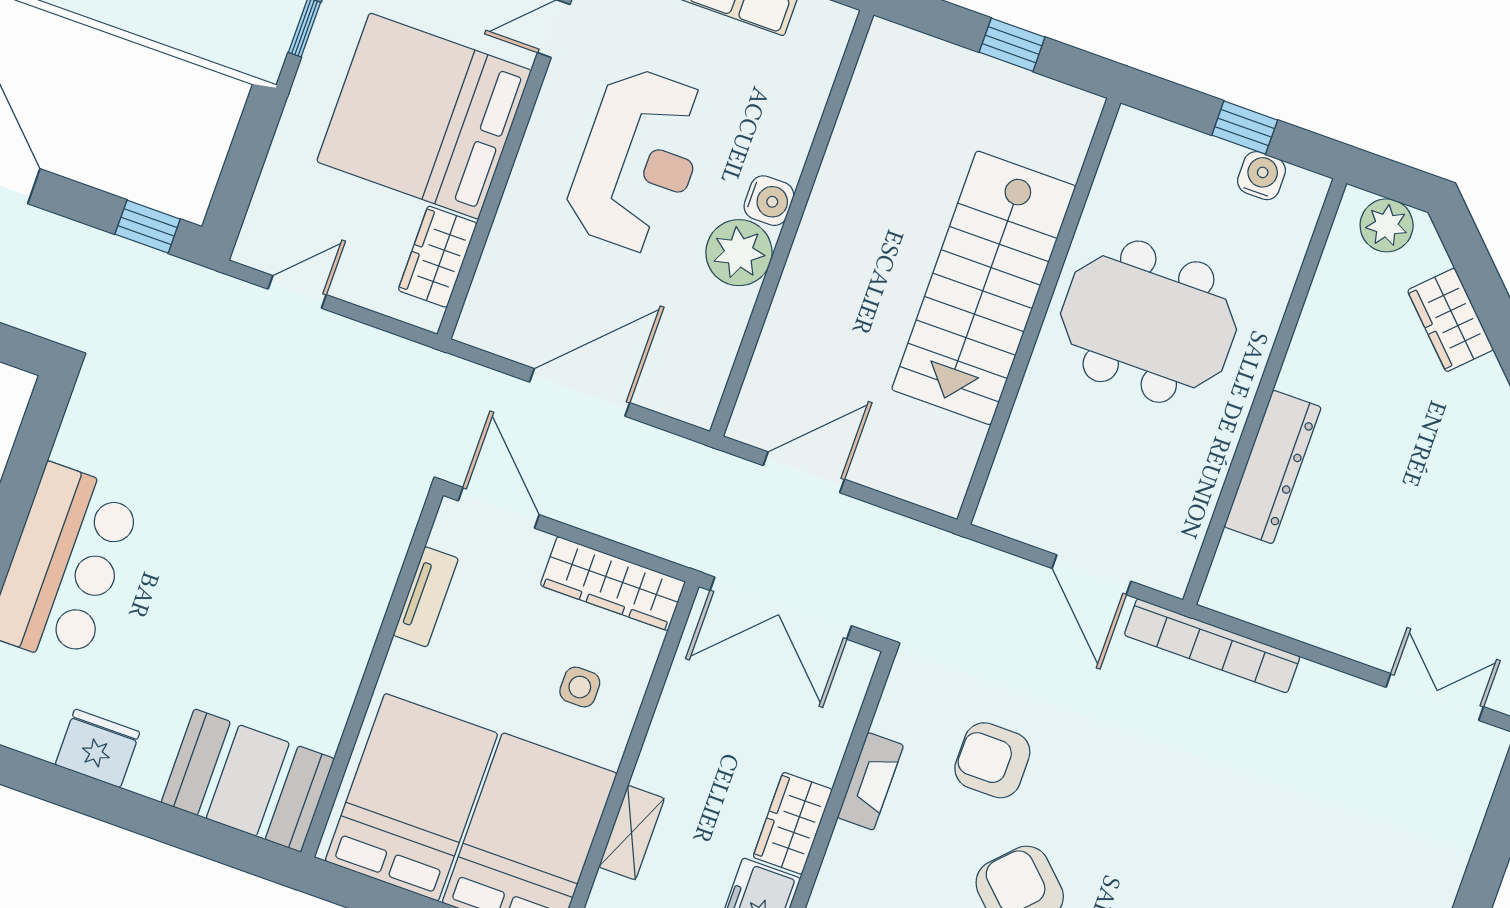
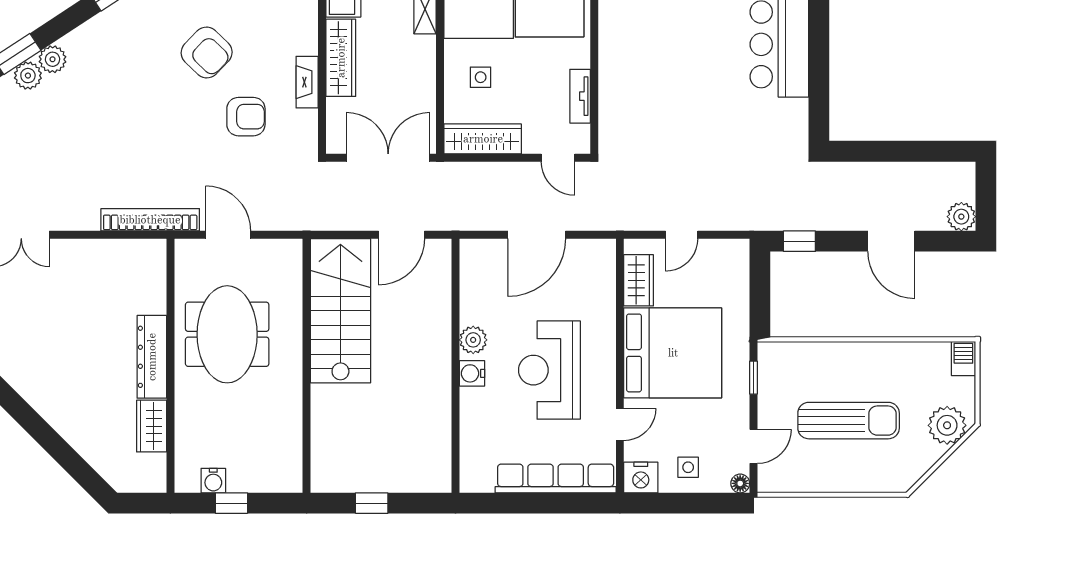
plant: (1387, 225) -> (137, 478), removed
plant: (739, 253) -> (473, 340), width x0.73, depth x0.73
stairs: (984, 288) -> (340, 311), moved
door: (297, 292) -> (682, 235), moved
wardrobe: (1450, 320) -> (152, 426), moved, turned -135
meeting table: (1148, 322) -> (227, 334), moved, turned 90
dresser: (1273, 467) -> (152, 357), moved
door: (499, 508) -> (558, 158), width x0.73
wardrobe: (793, 823) -> (341, 58), width x1.50

